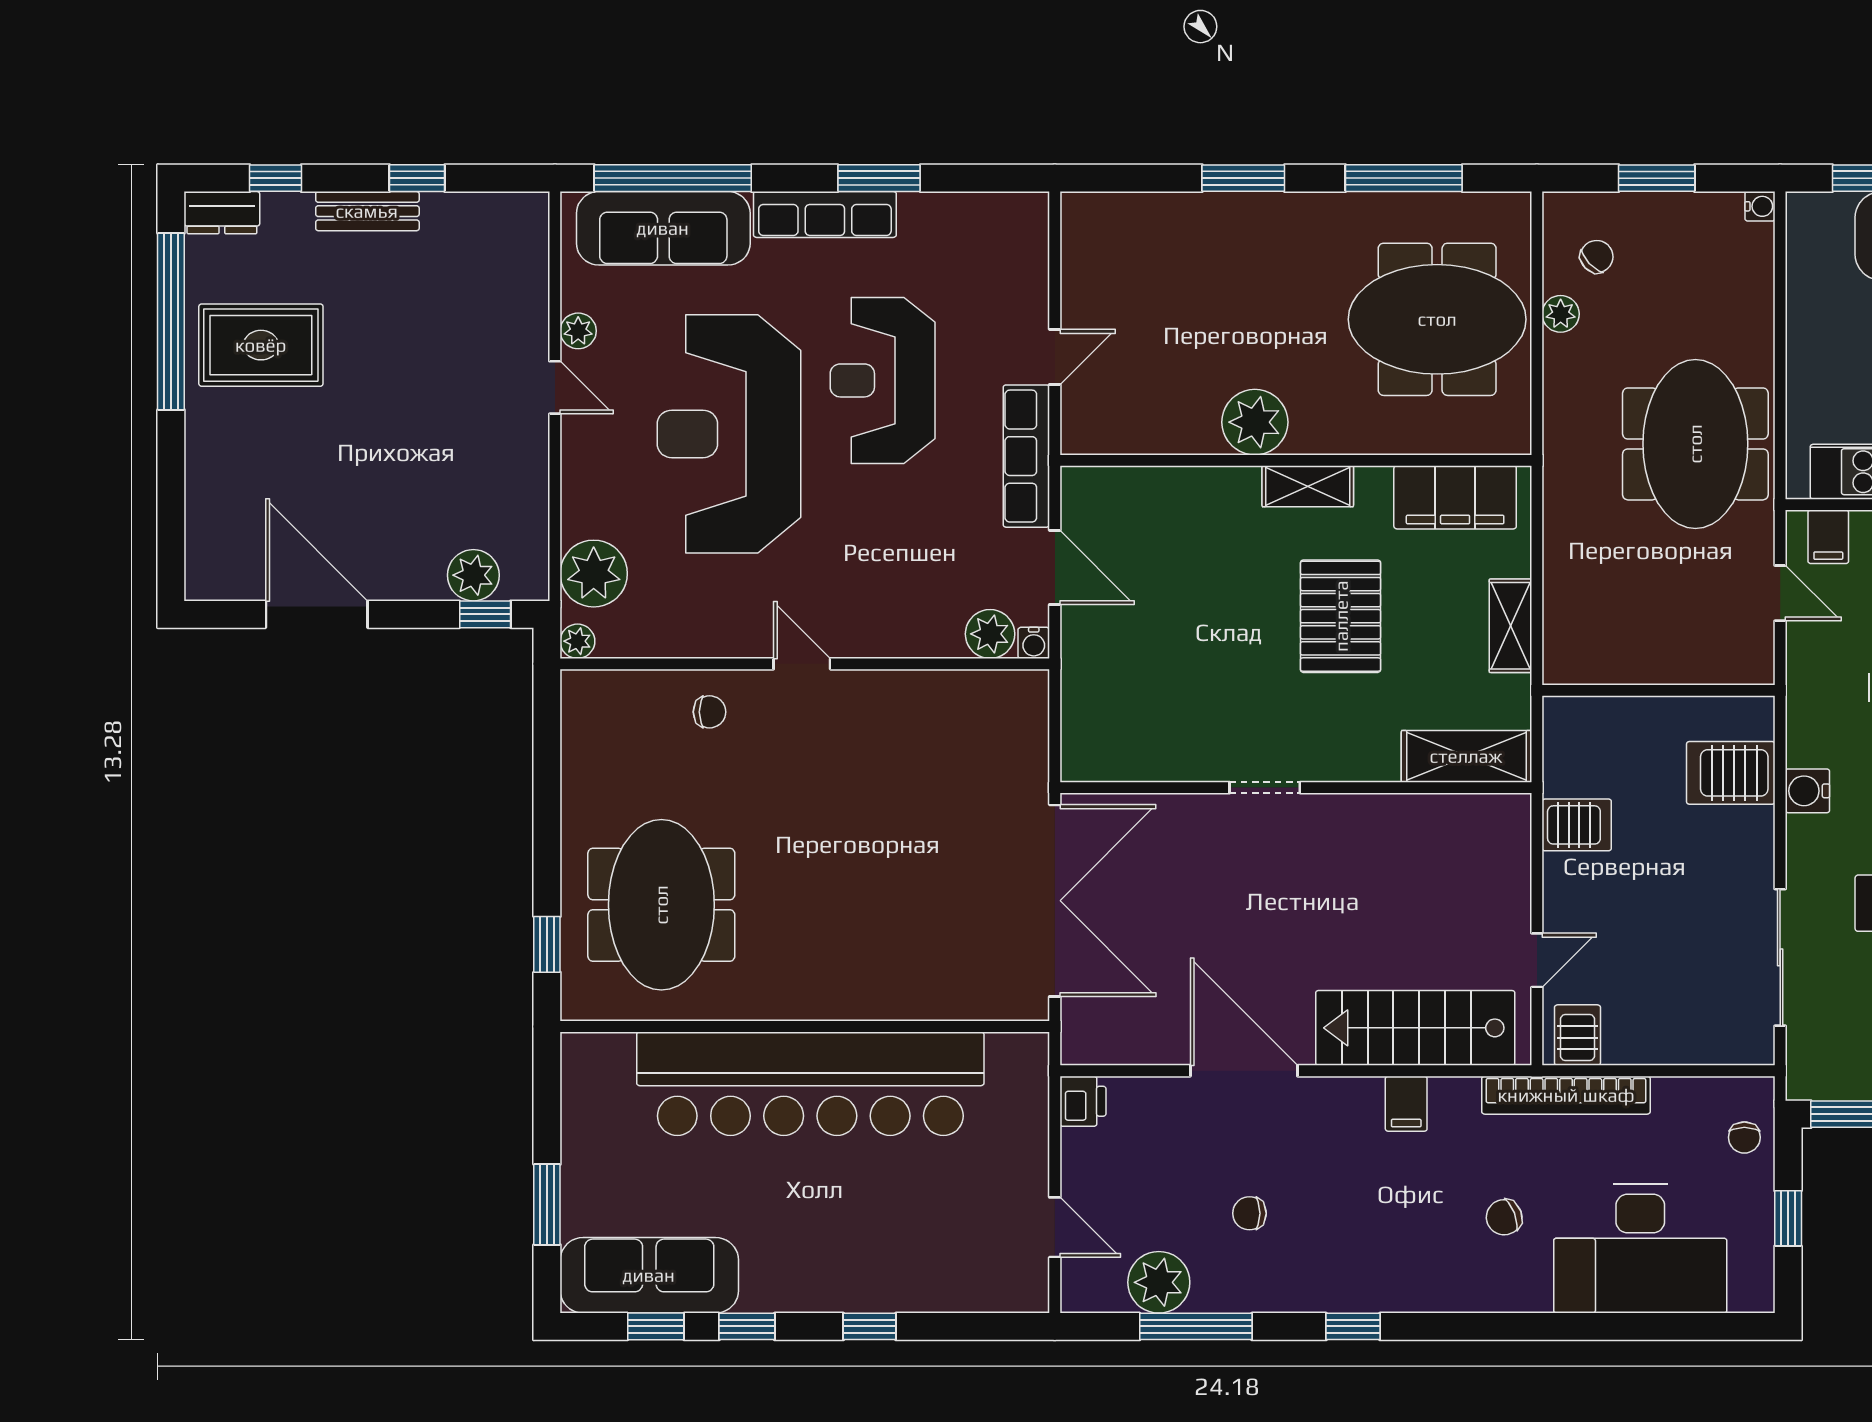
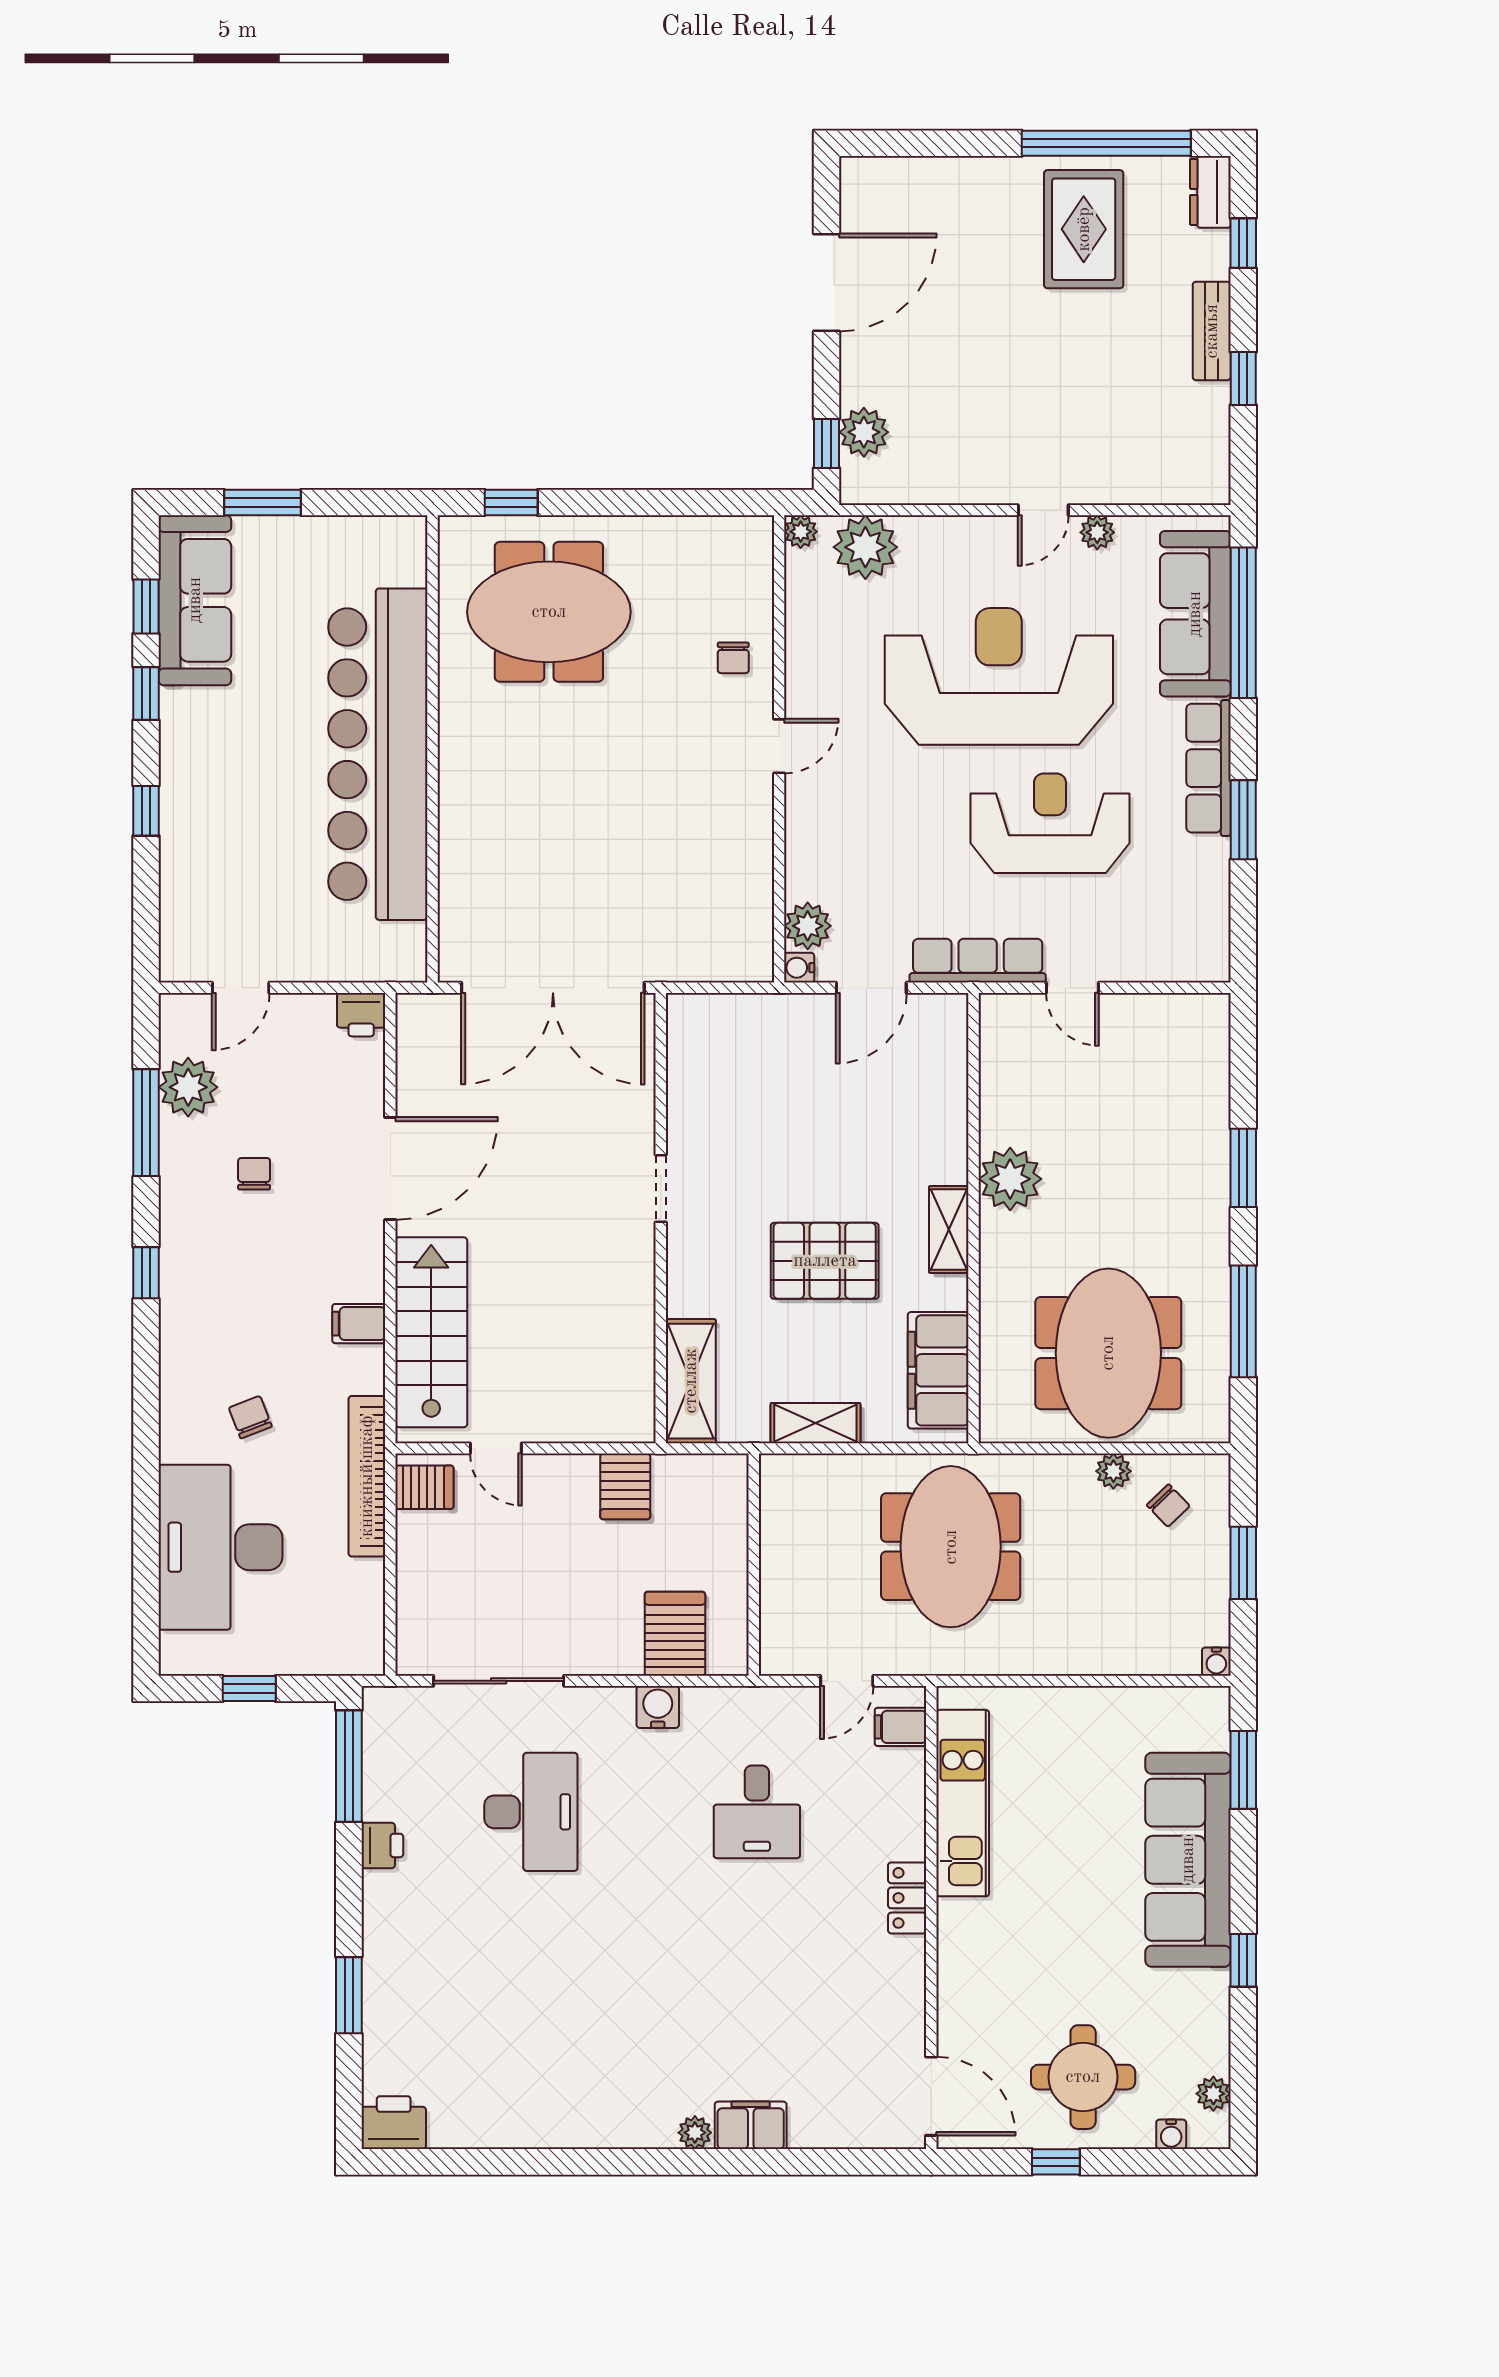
meeting table: (1695, 444) -> (951, 1547), moved, turned 90
chair: (1744, 1137) -> (327, 1647), removed

